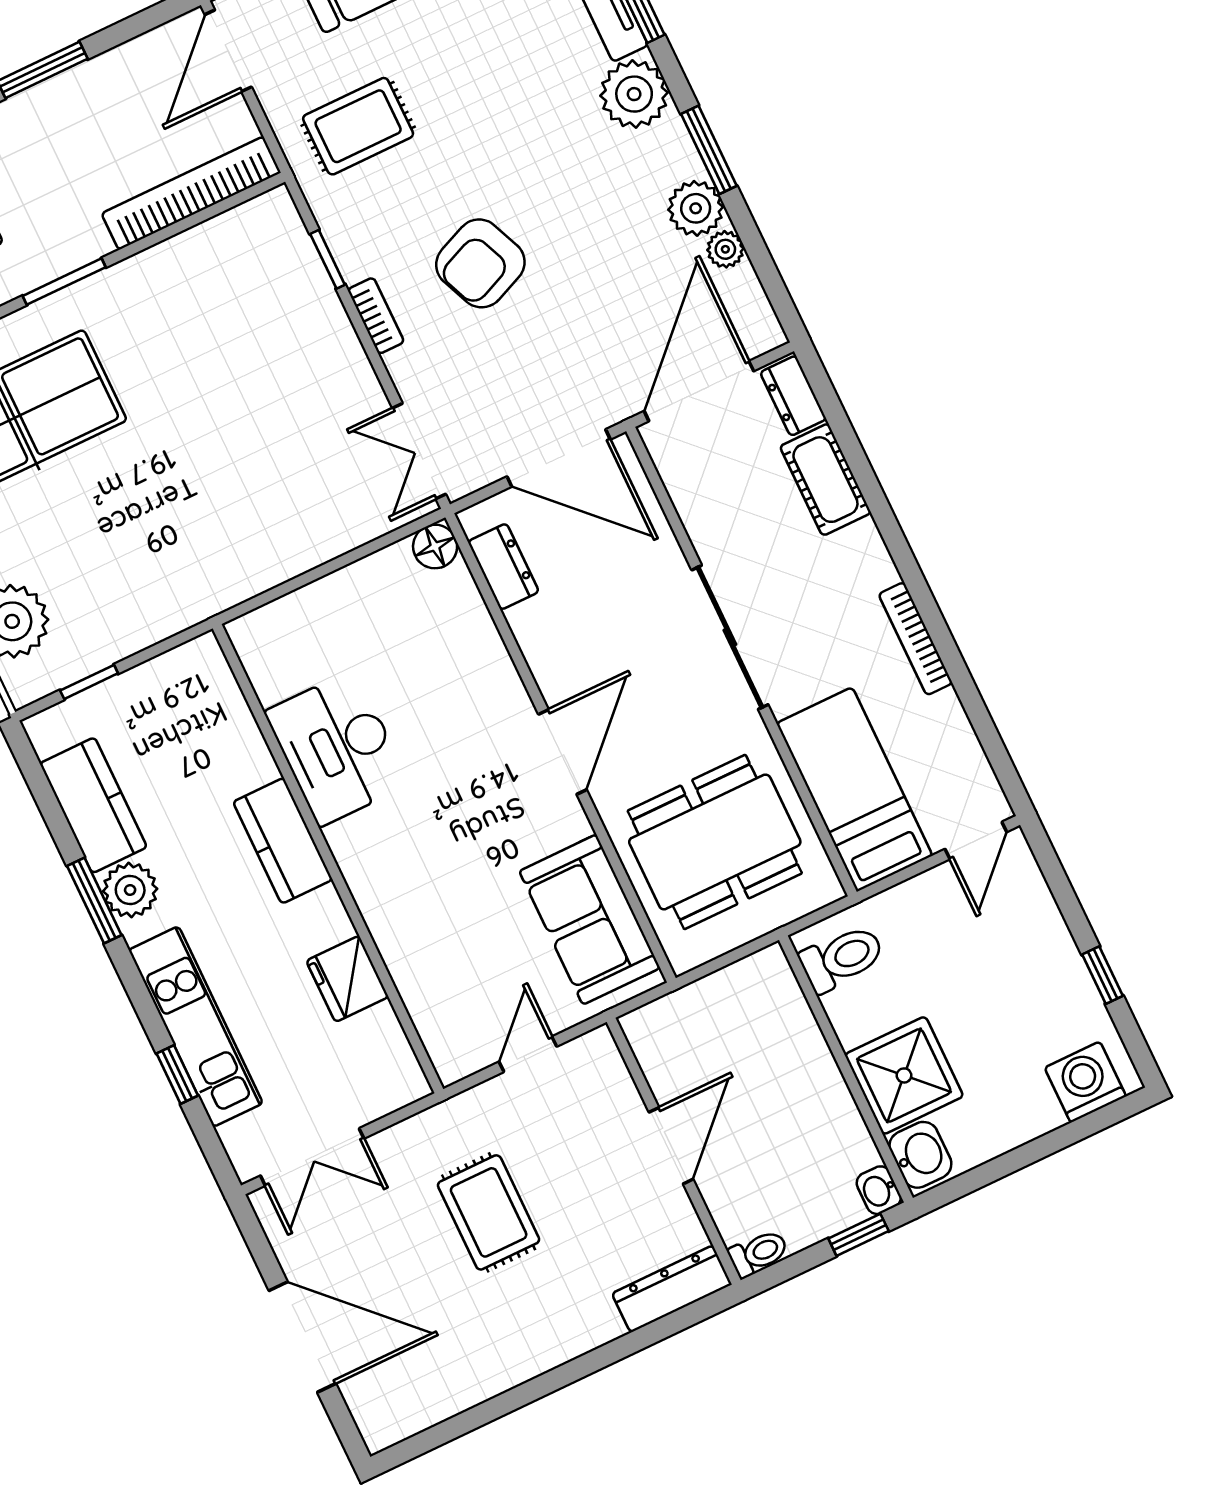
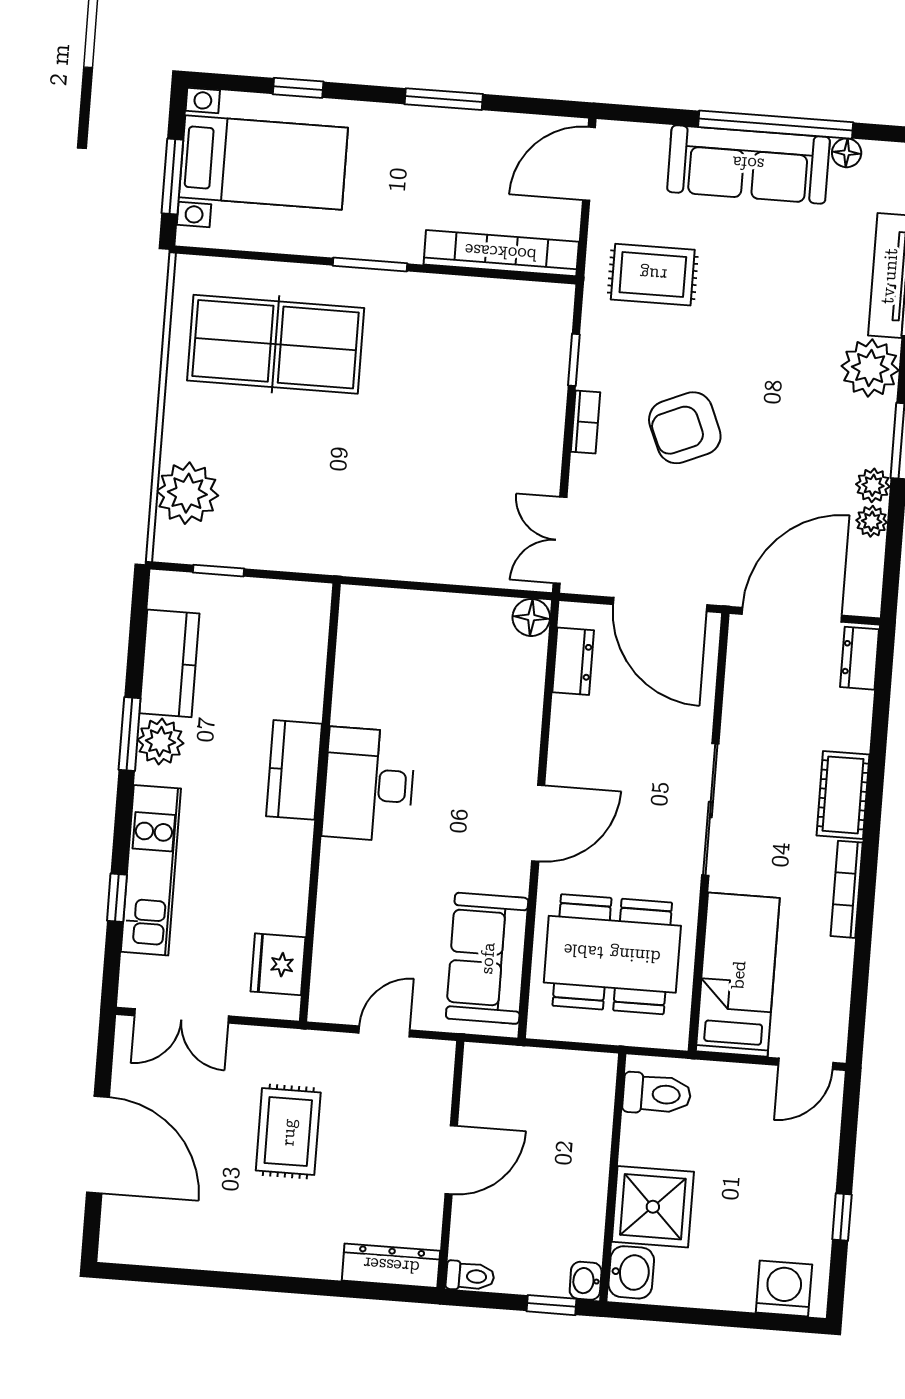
plant: (696, 208) -> (873, 485), width x0.73, depth x0.73
cot: (825, 480) -> (843, 795), moved
desk: (337, 748) -> (369, 784), moved
fridge: (347, 979) -> (278, 964), moved

